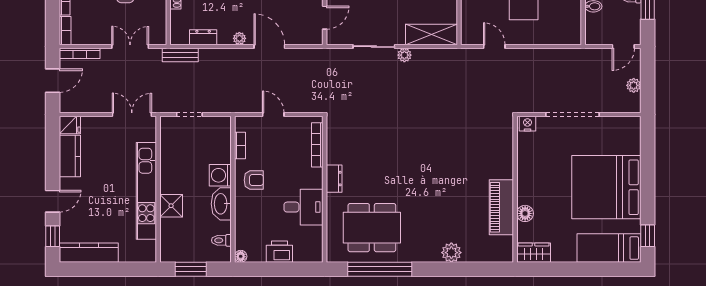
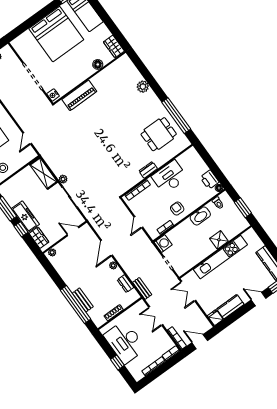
washing machine: (220, 175) -> (163, 244), moved, turned -90
desk: (303, 207) -> (170, 177), width x1.37
piano: (501, 207) -> (79, 95), moved
dining table: (372, 228) -> (159, 134), width x0.73
printer: (279, 252) -> (209, 180), moved

